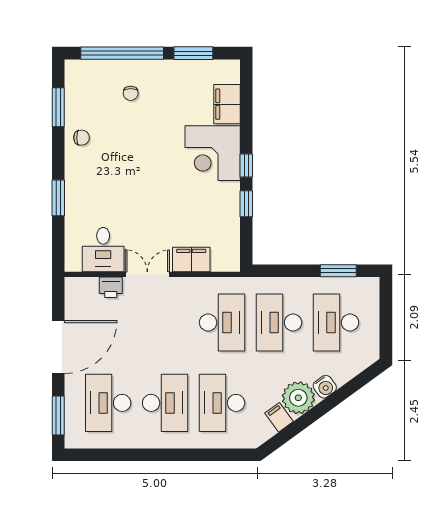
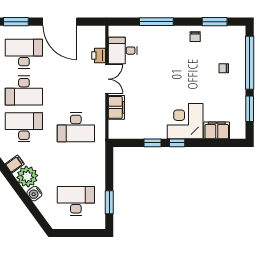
window: (58, 198) -> (156, 22), width x1.44
desk: (279, 322) -> (76, 164), removed

